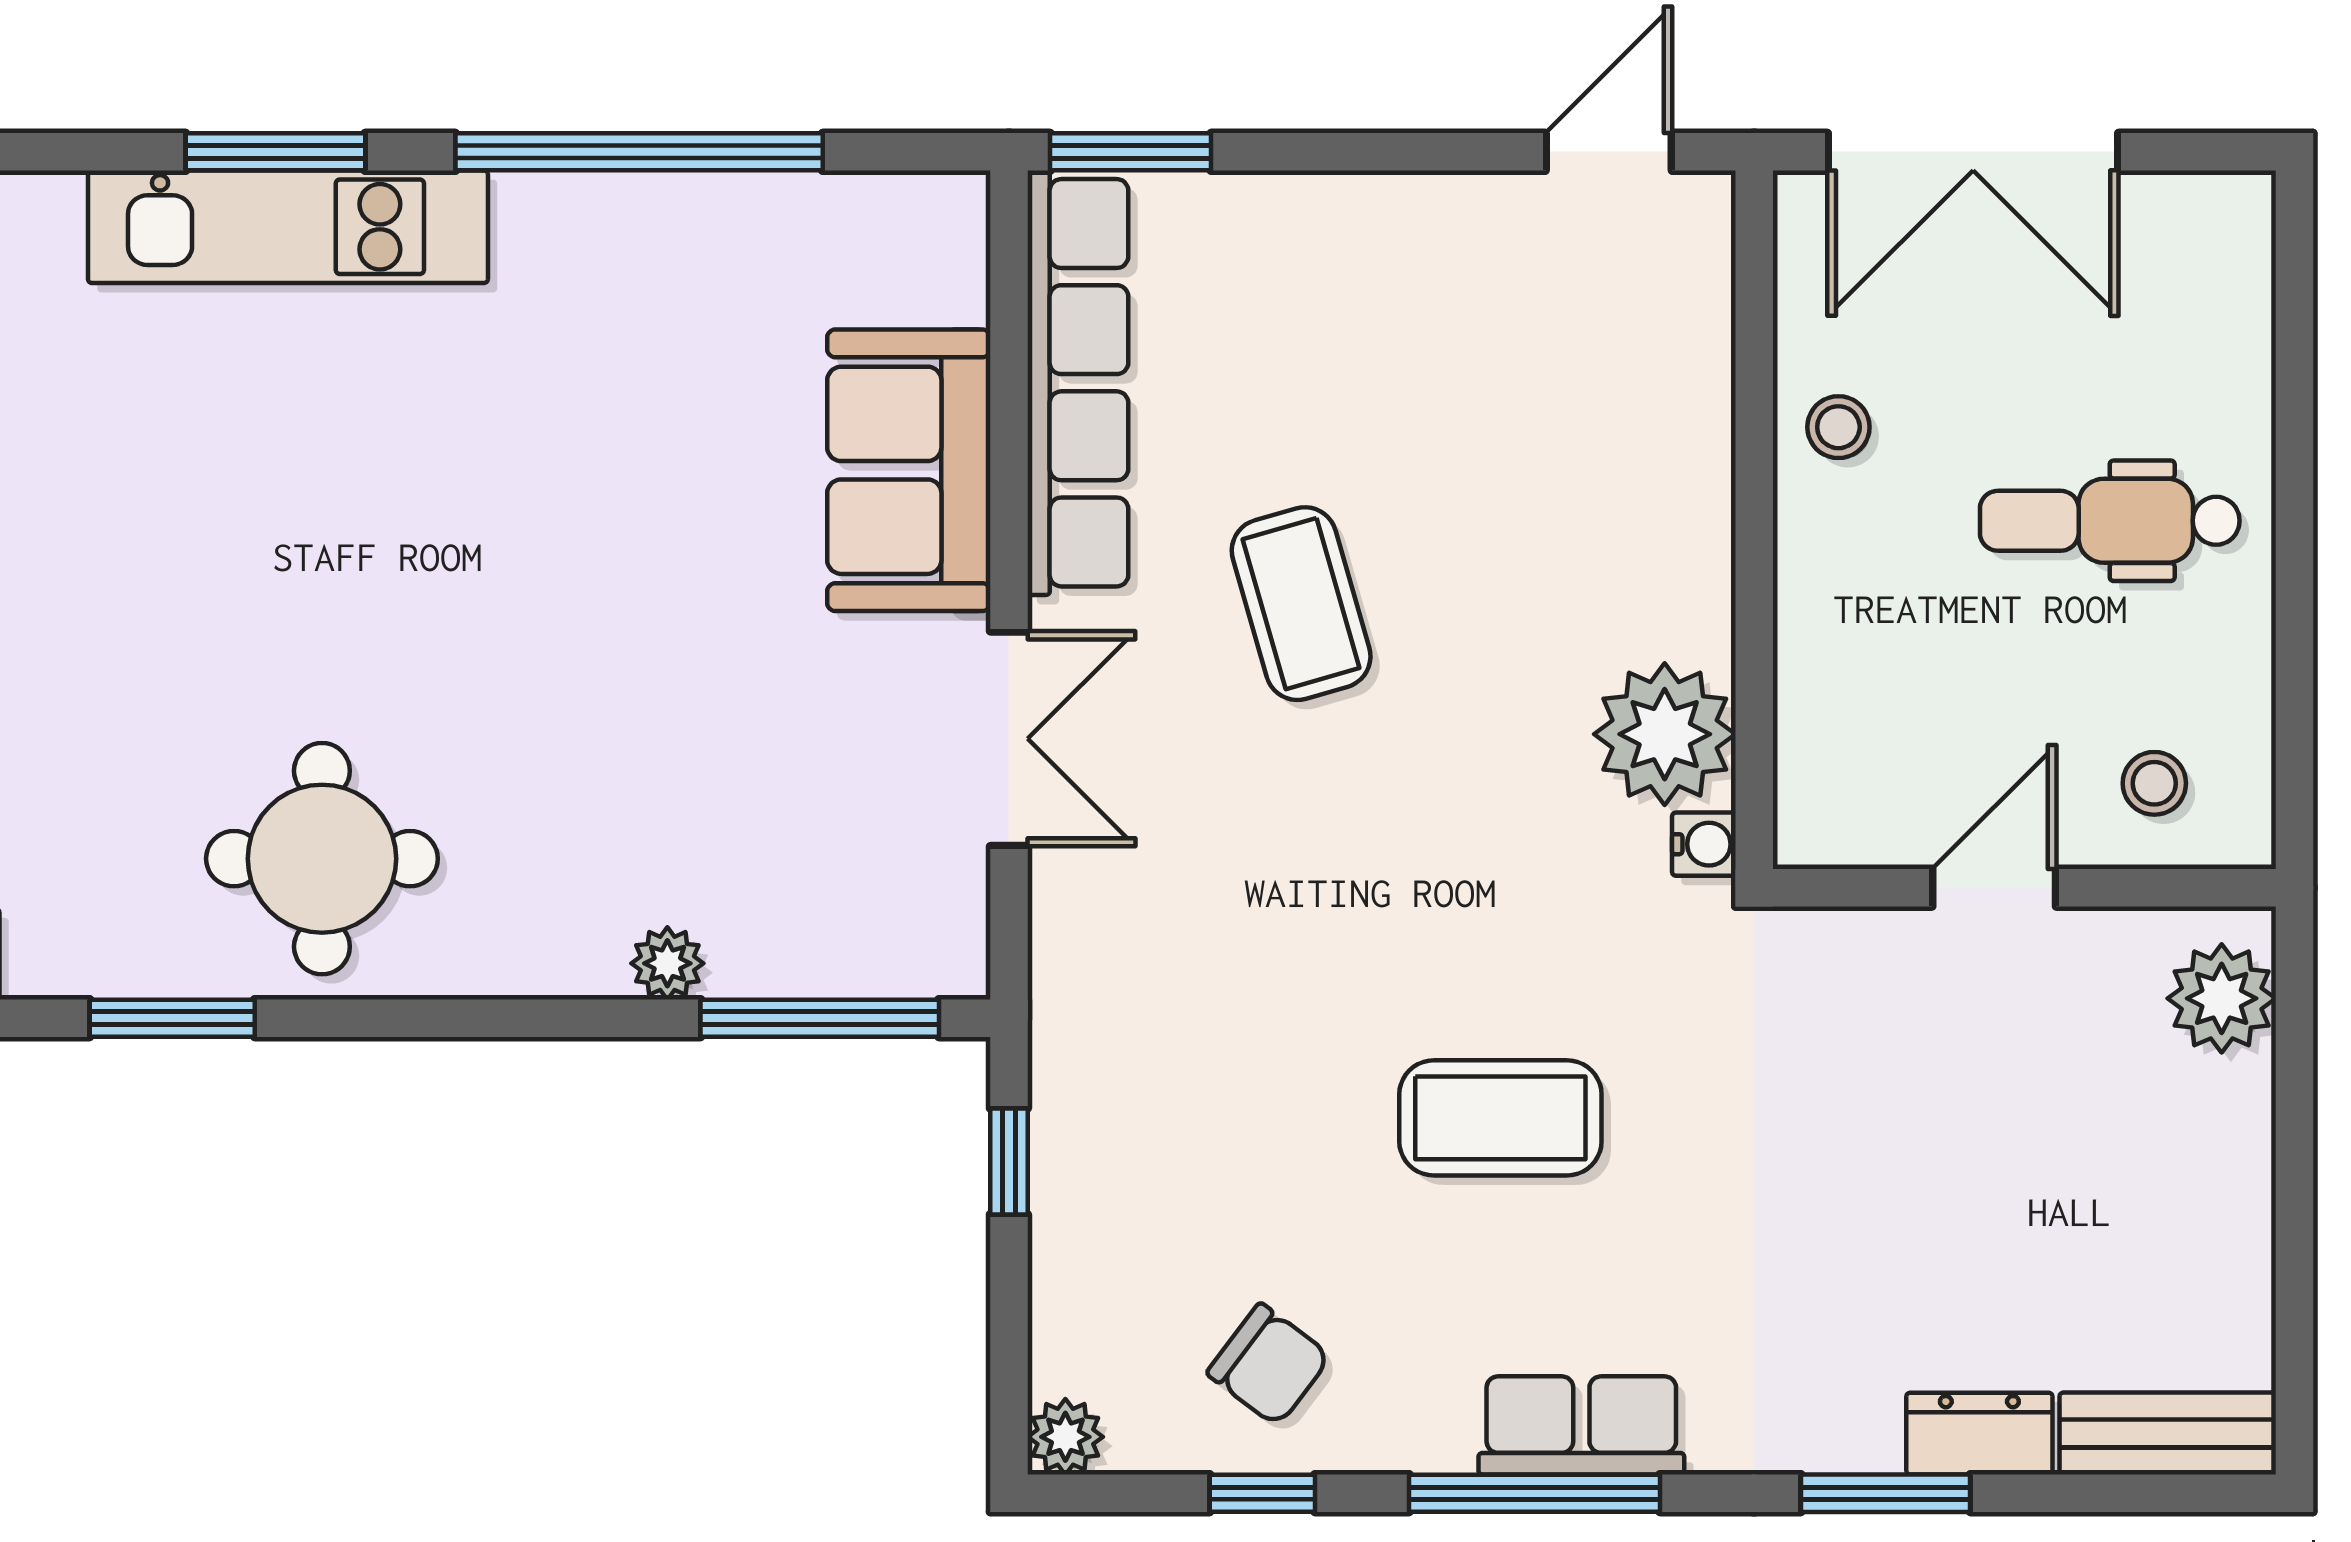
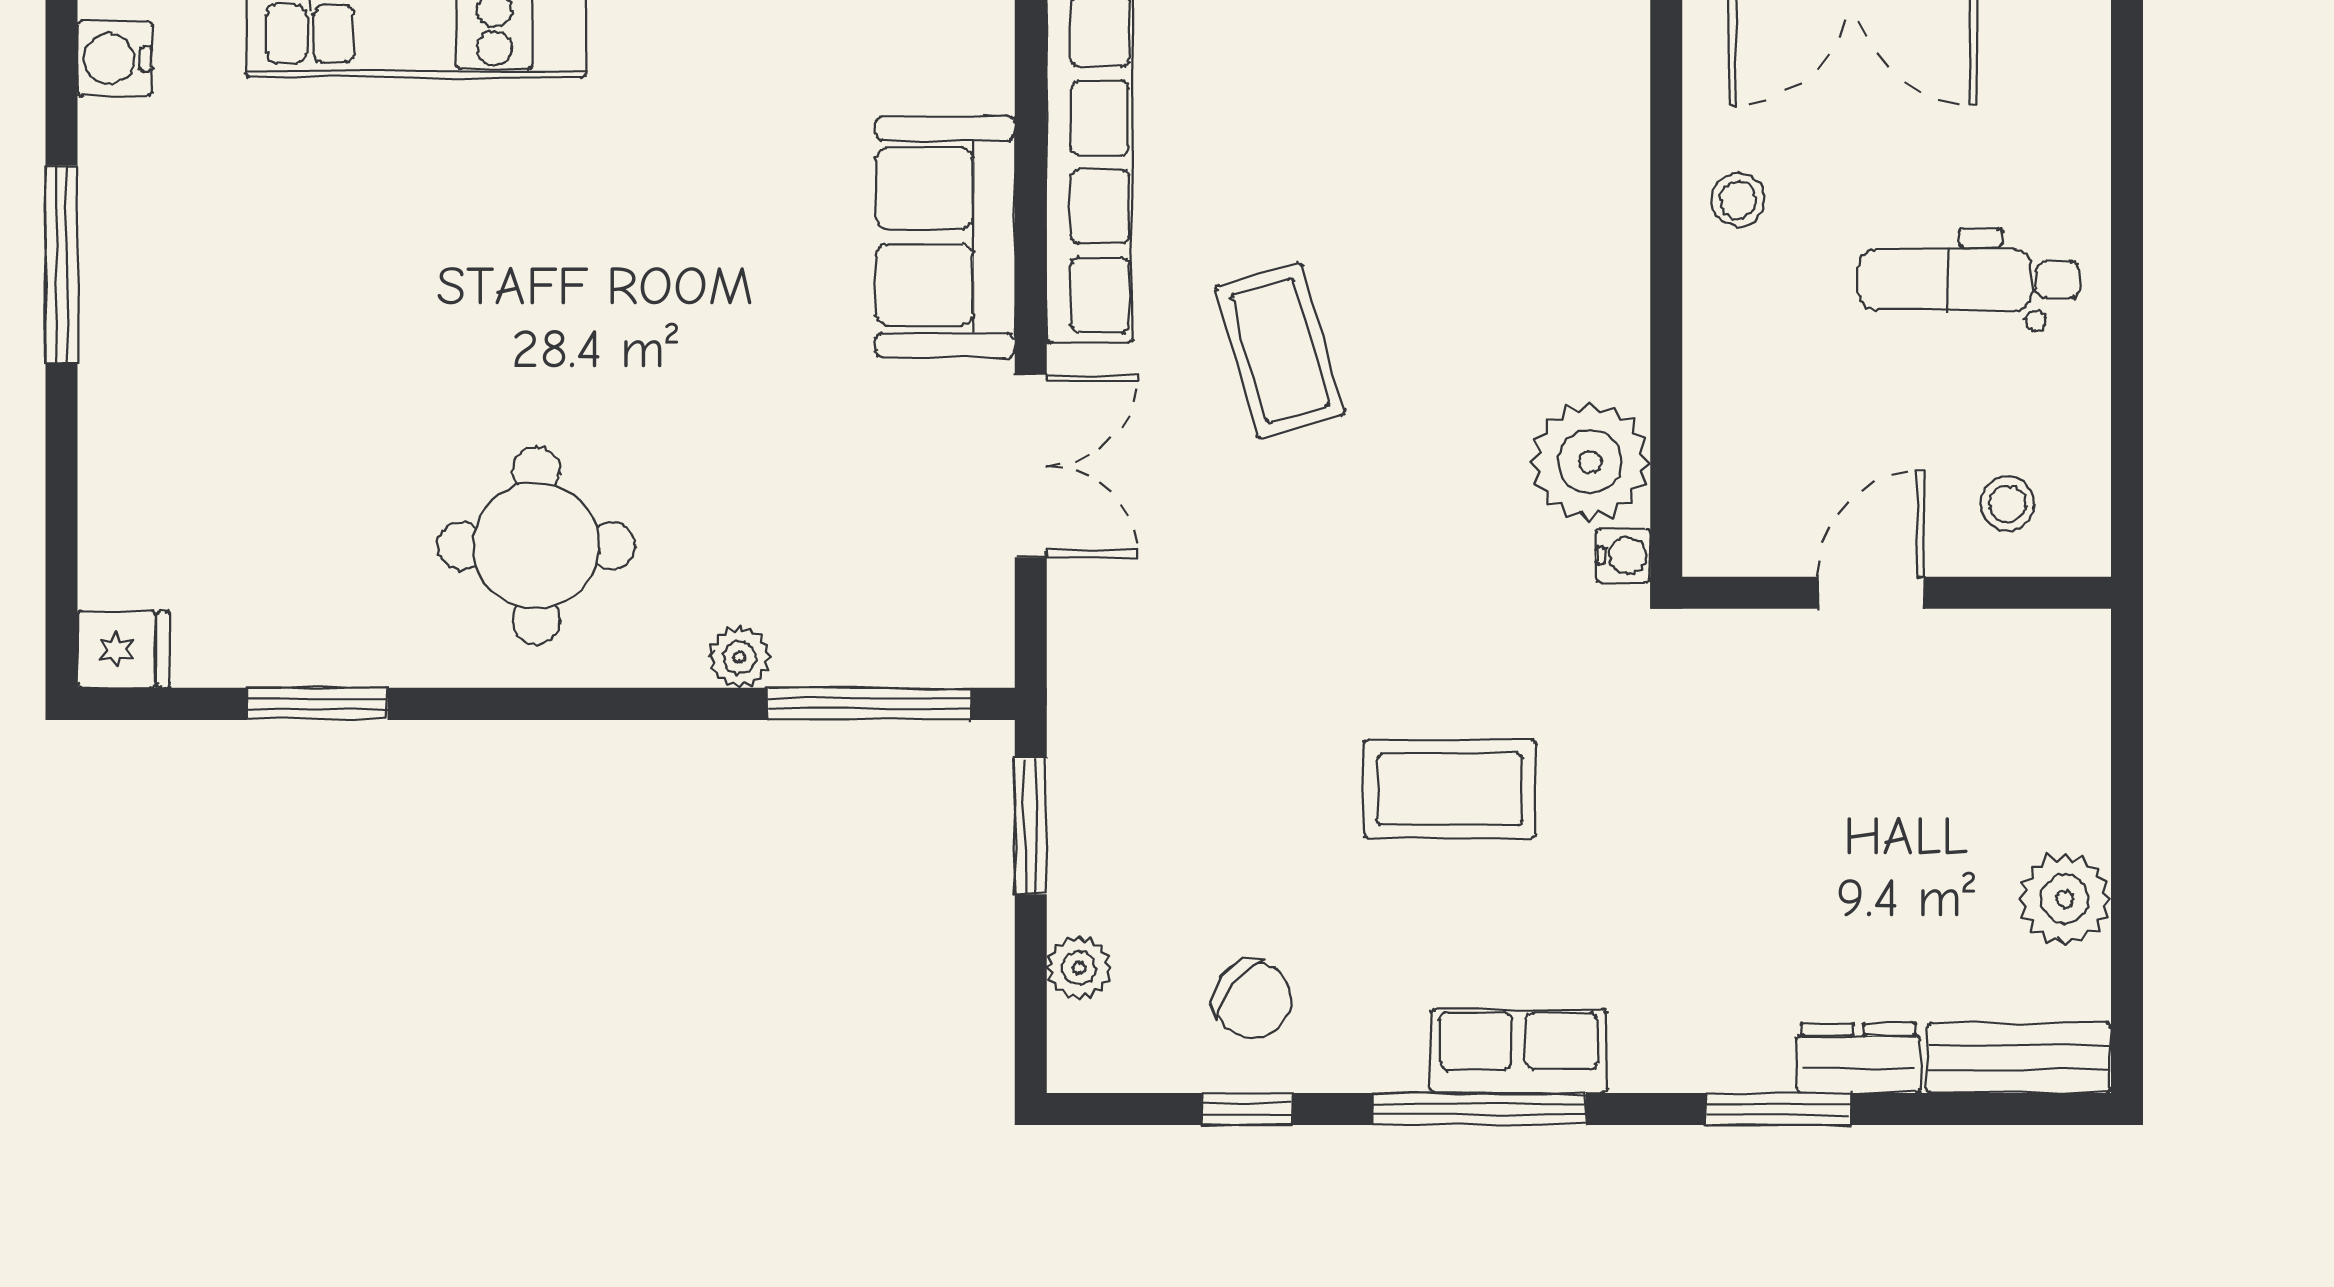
round table: (322, 859) -> (536, 546), moved
plant: (2222, 998) -> (2065, 899), moved
window: (1009, 1161) -> (1031, 826), width x1.50
plant: (1065, 1437) -> (1079, 968), moved

